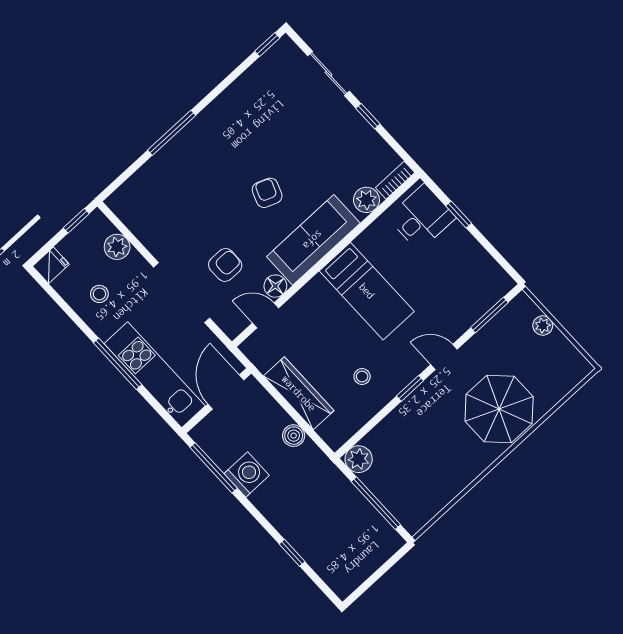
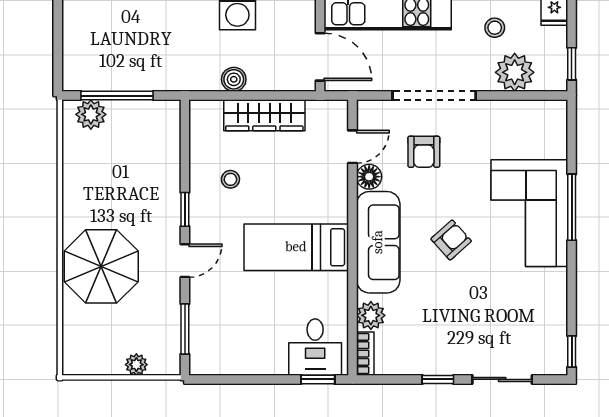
corner sofa: (201, 157) -> (529, 213), added
armchair: (267, 193) -> (451, 240), turned -63
window: (459, 214) -> (318, 379), moved
plant: (117, 247) -> (515, 72), width x1.36, depth x1.36
plant: (359, 459) -> (91, 114), moved

